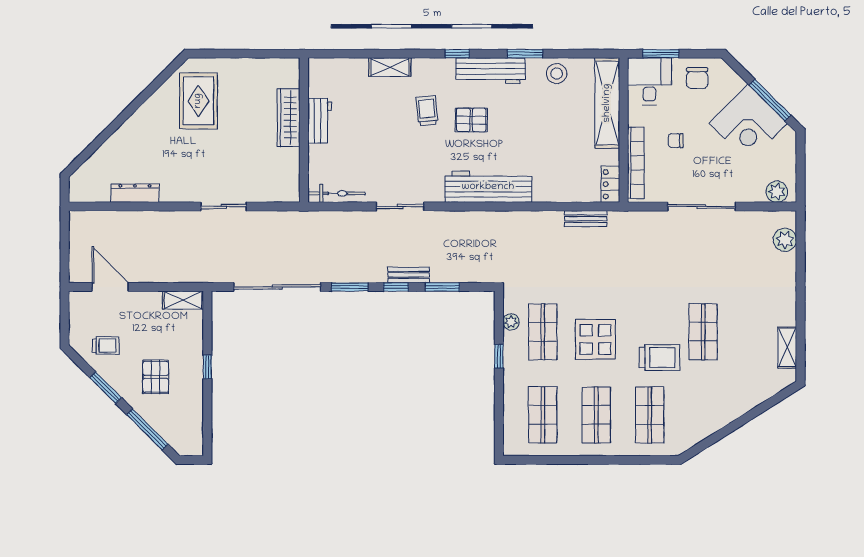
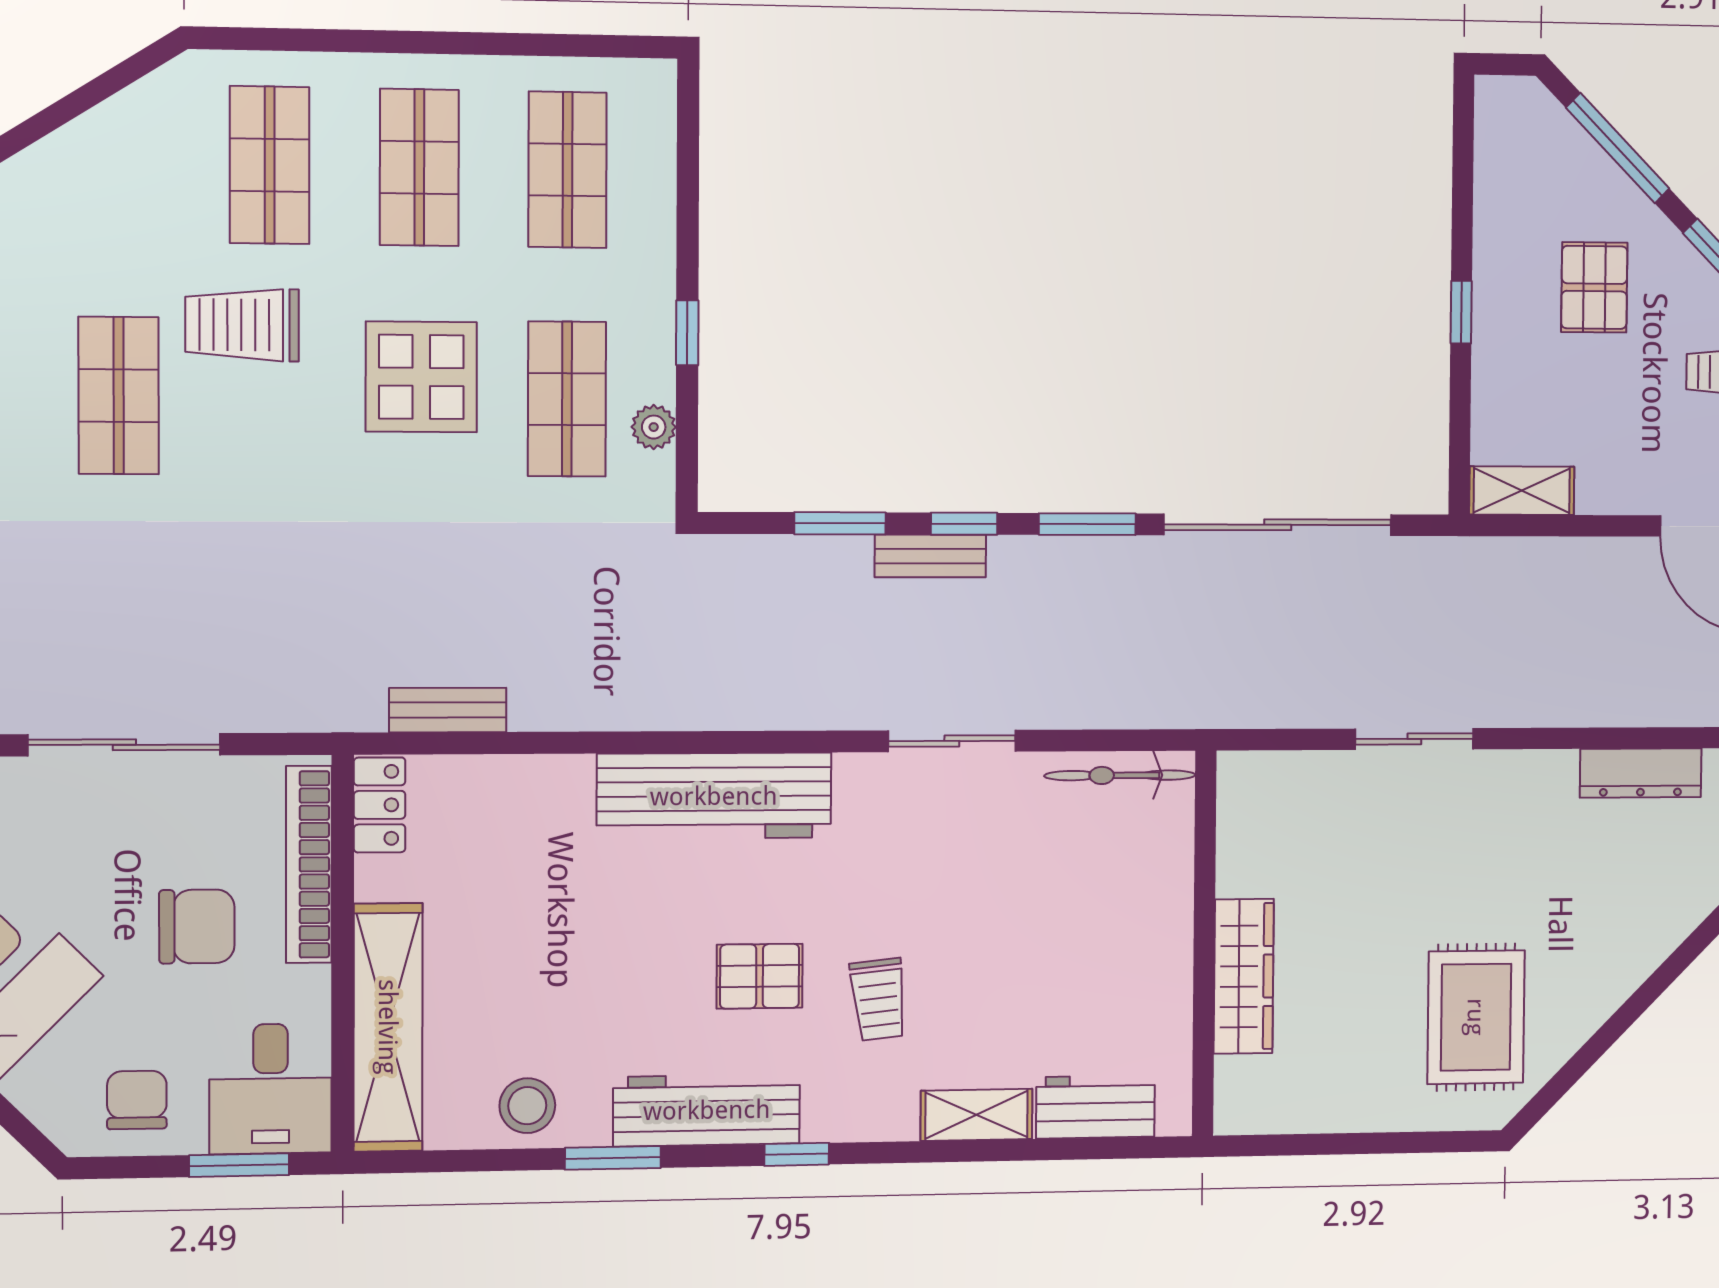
workbench: (319, 121) -> (1095, 1107), moved, turned 90
chair: (676, 141) -> (197, 926), width x1.87, depth x1.87

